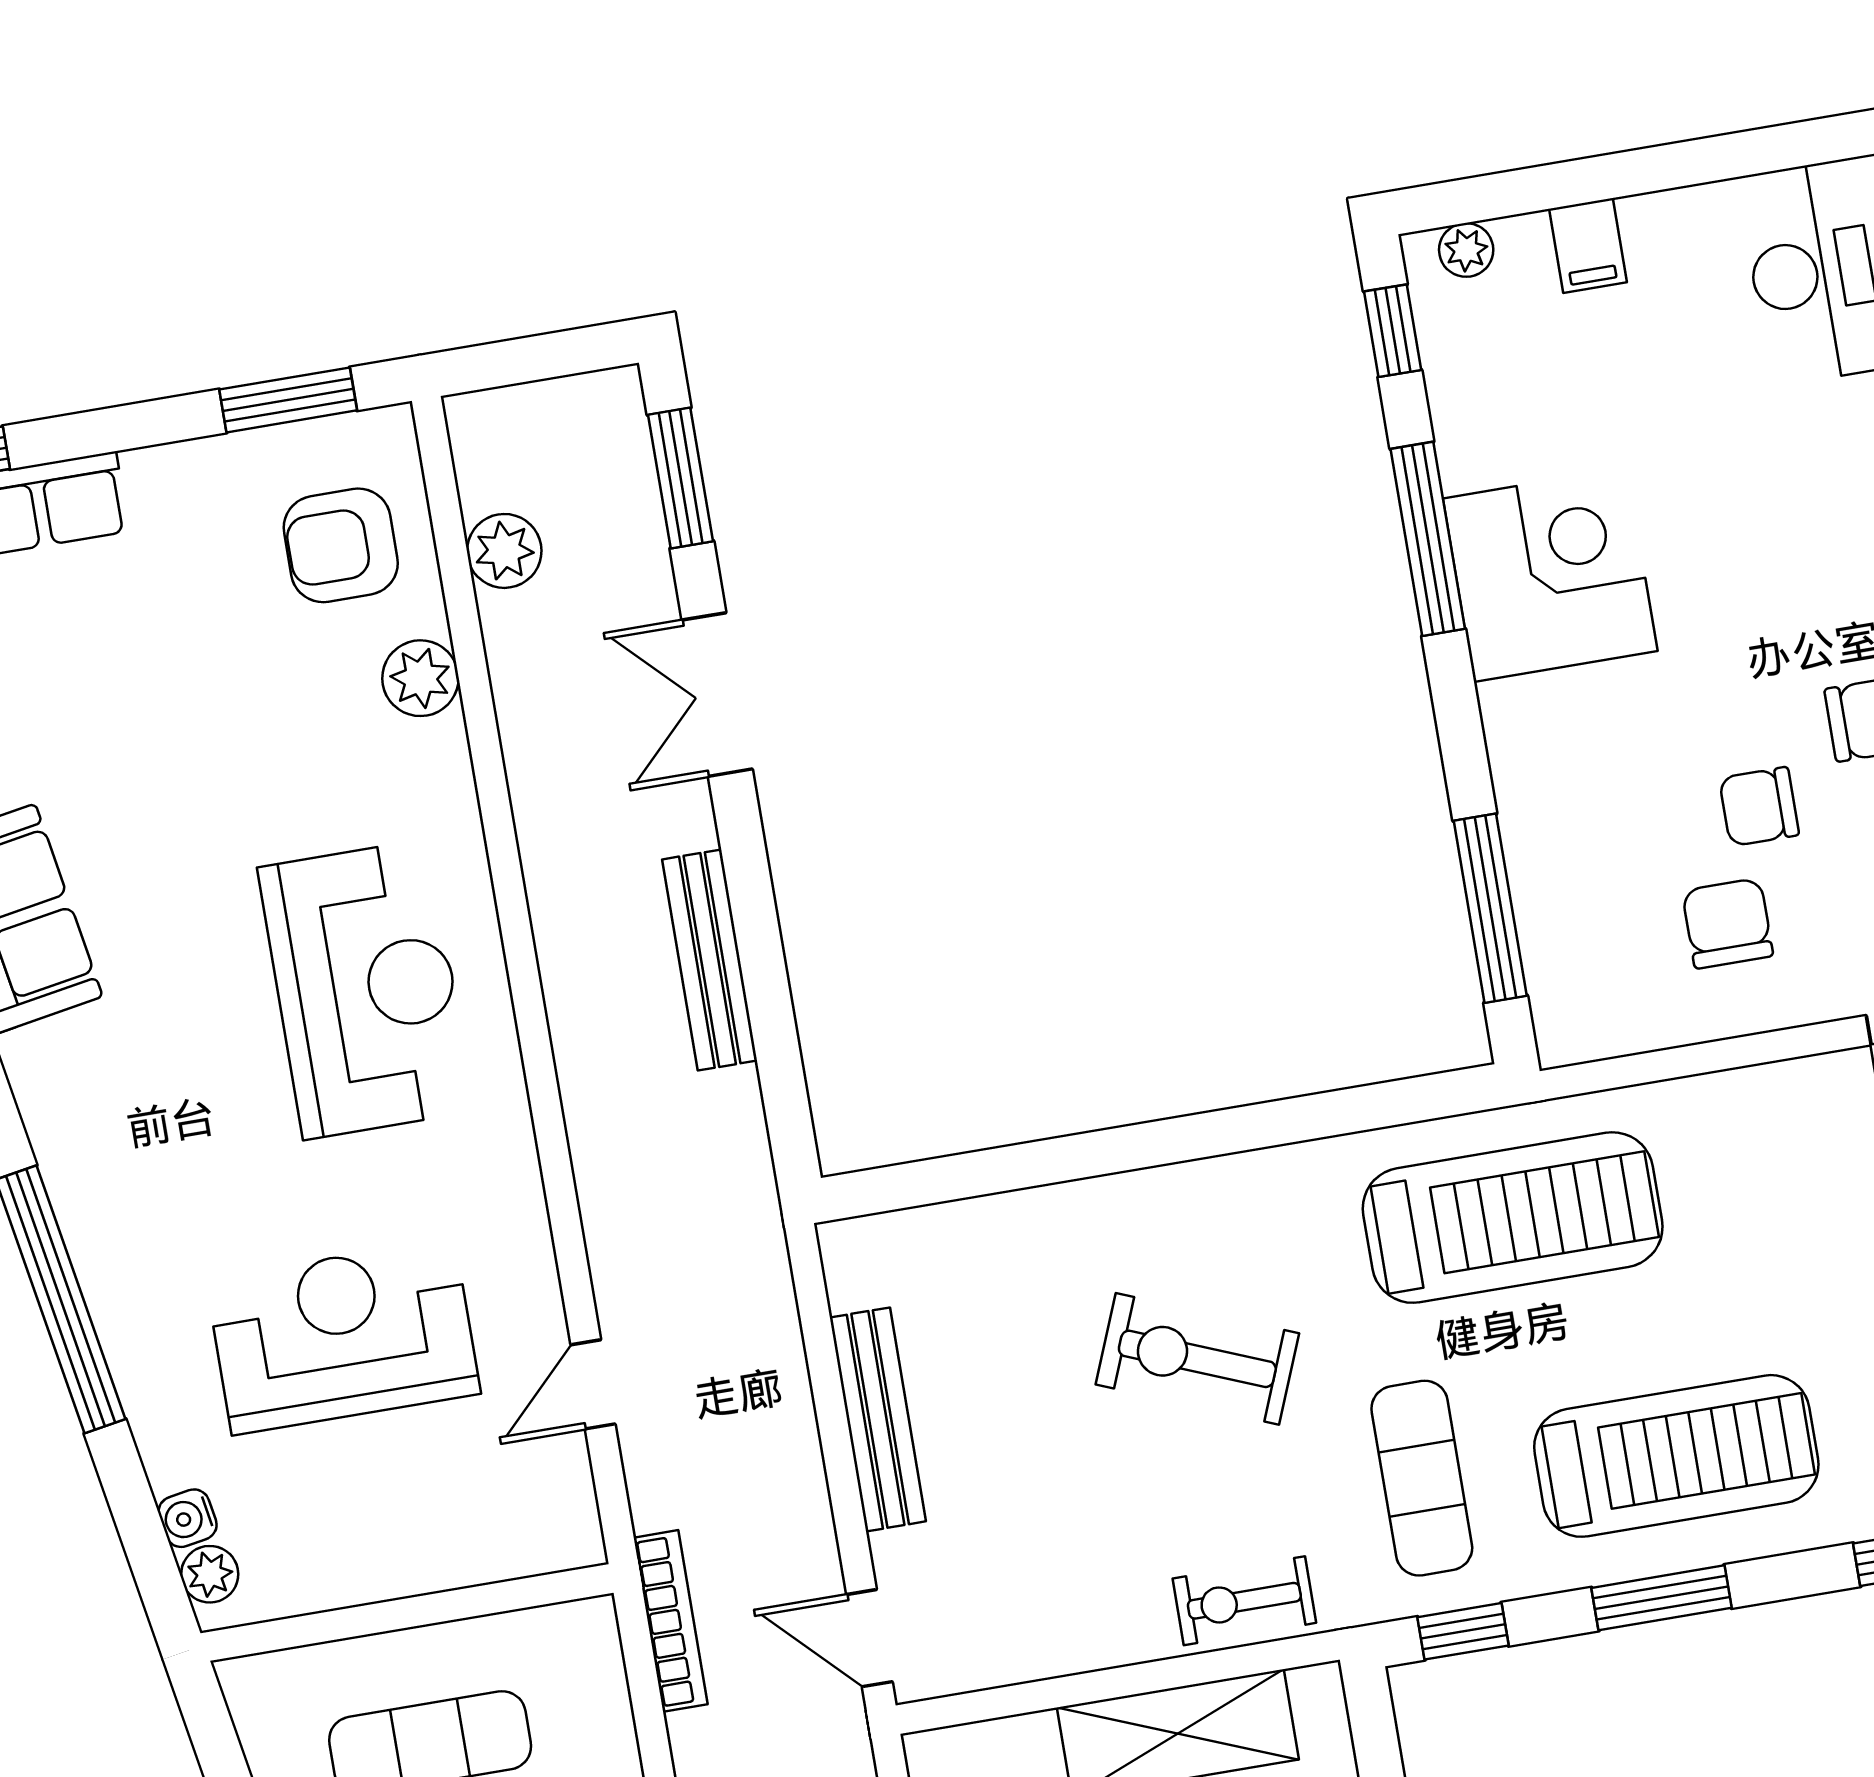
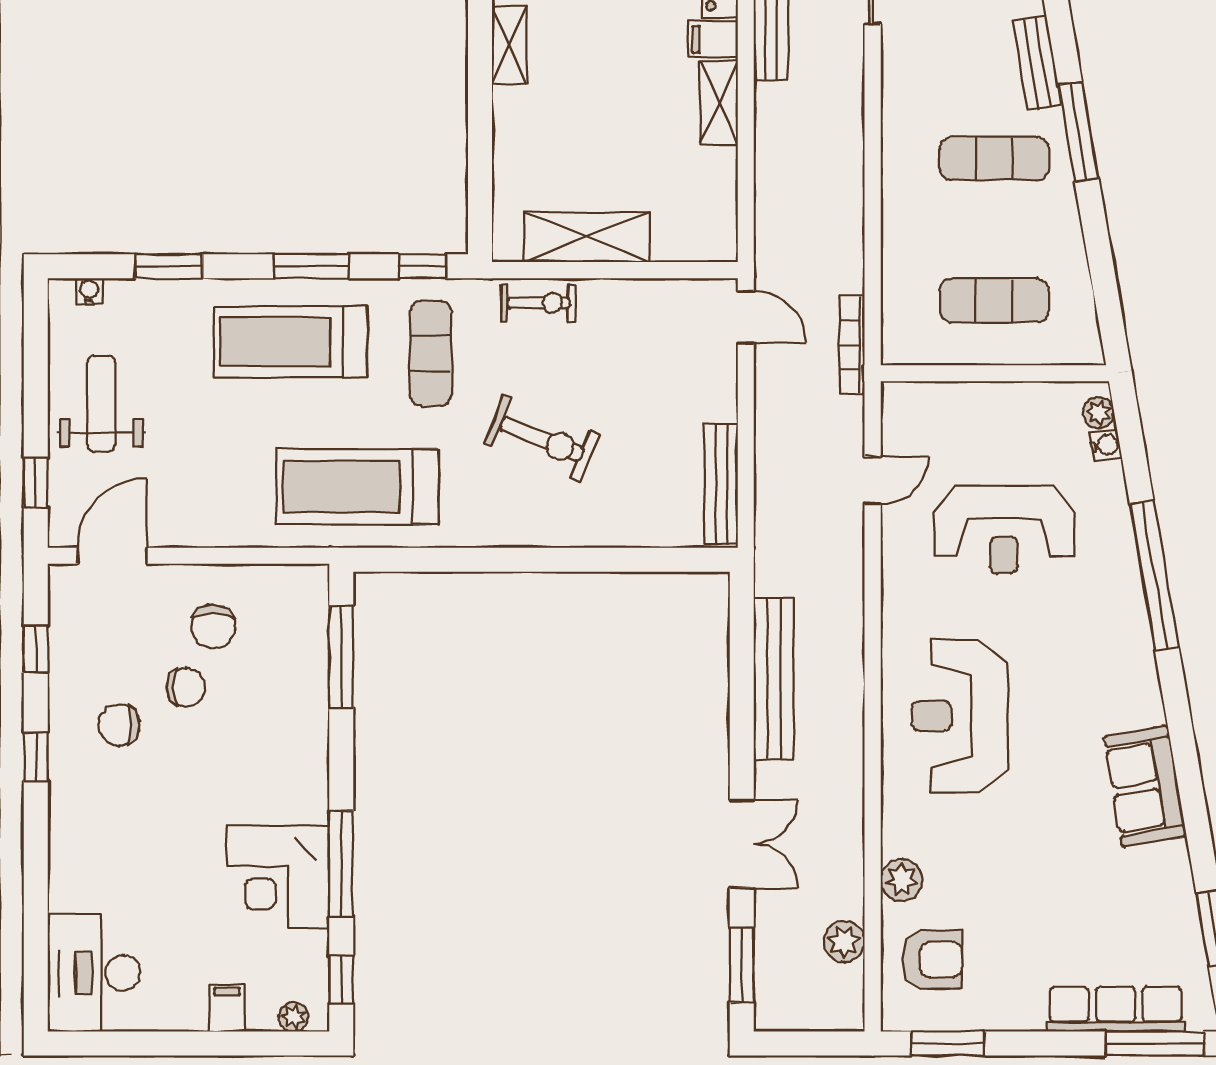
corner desk: (1550, 575) -> (278, 877), moved
bench: (710, 960) -> (774, 679), width x1.37, depth x1.21
bench: (878, 1419) -> (721, 484), moved

